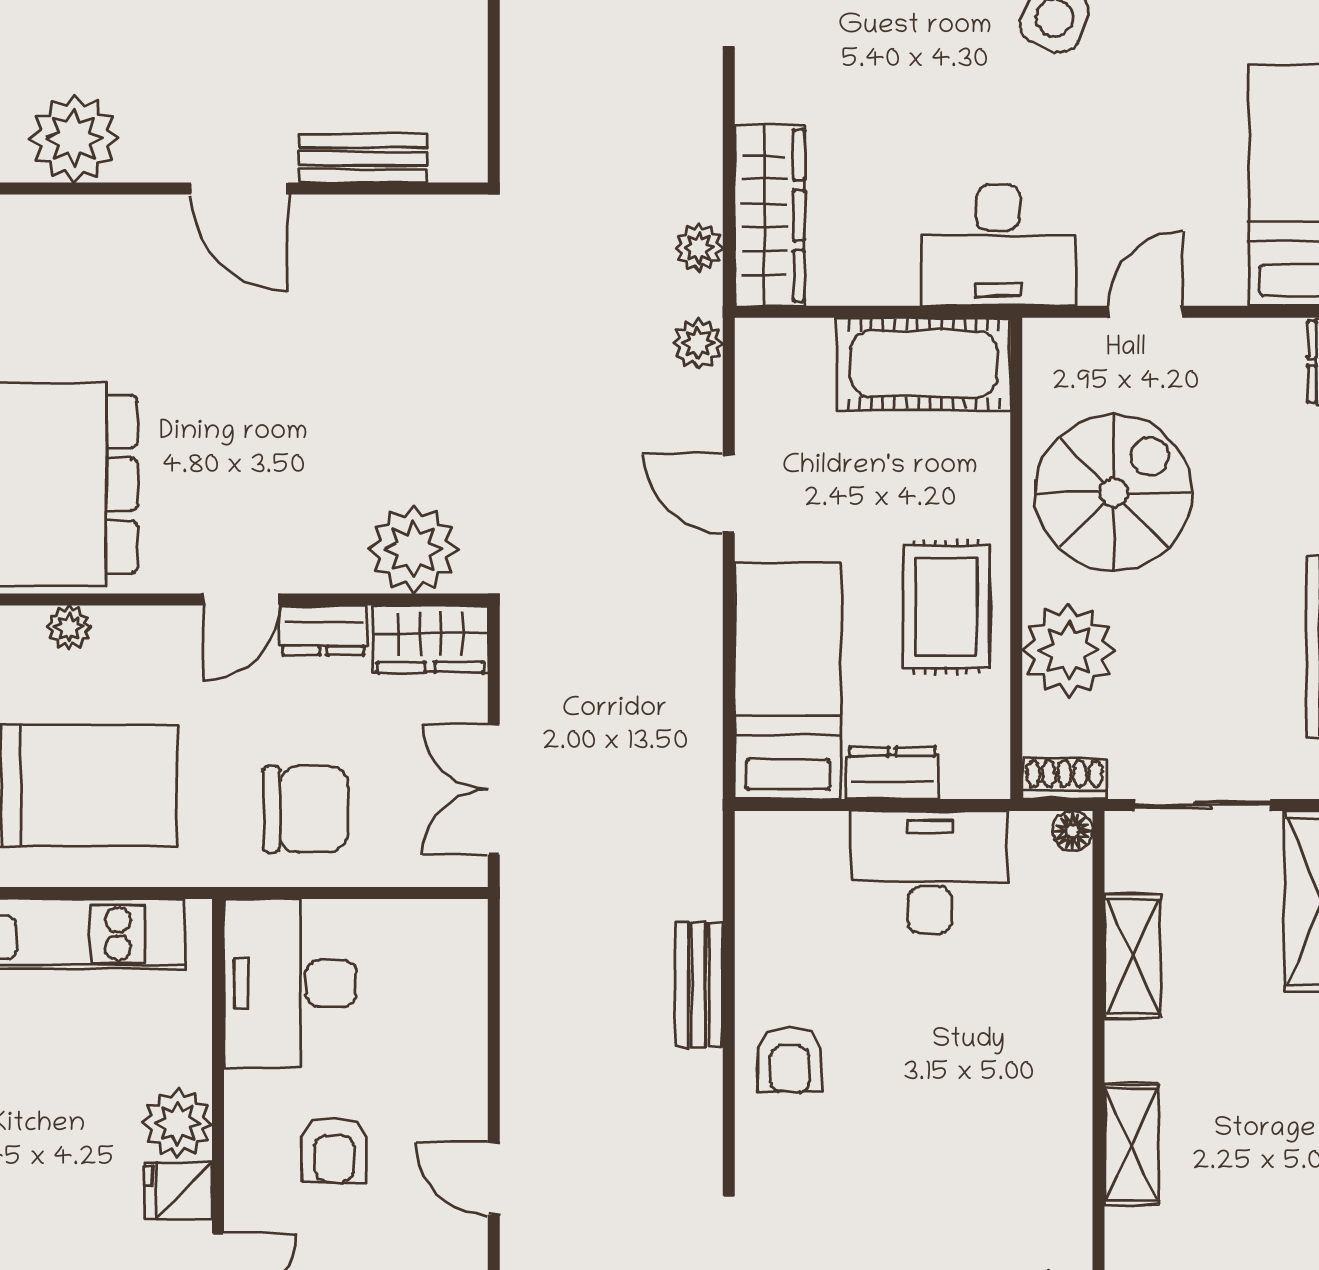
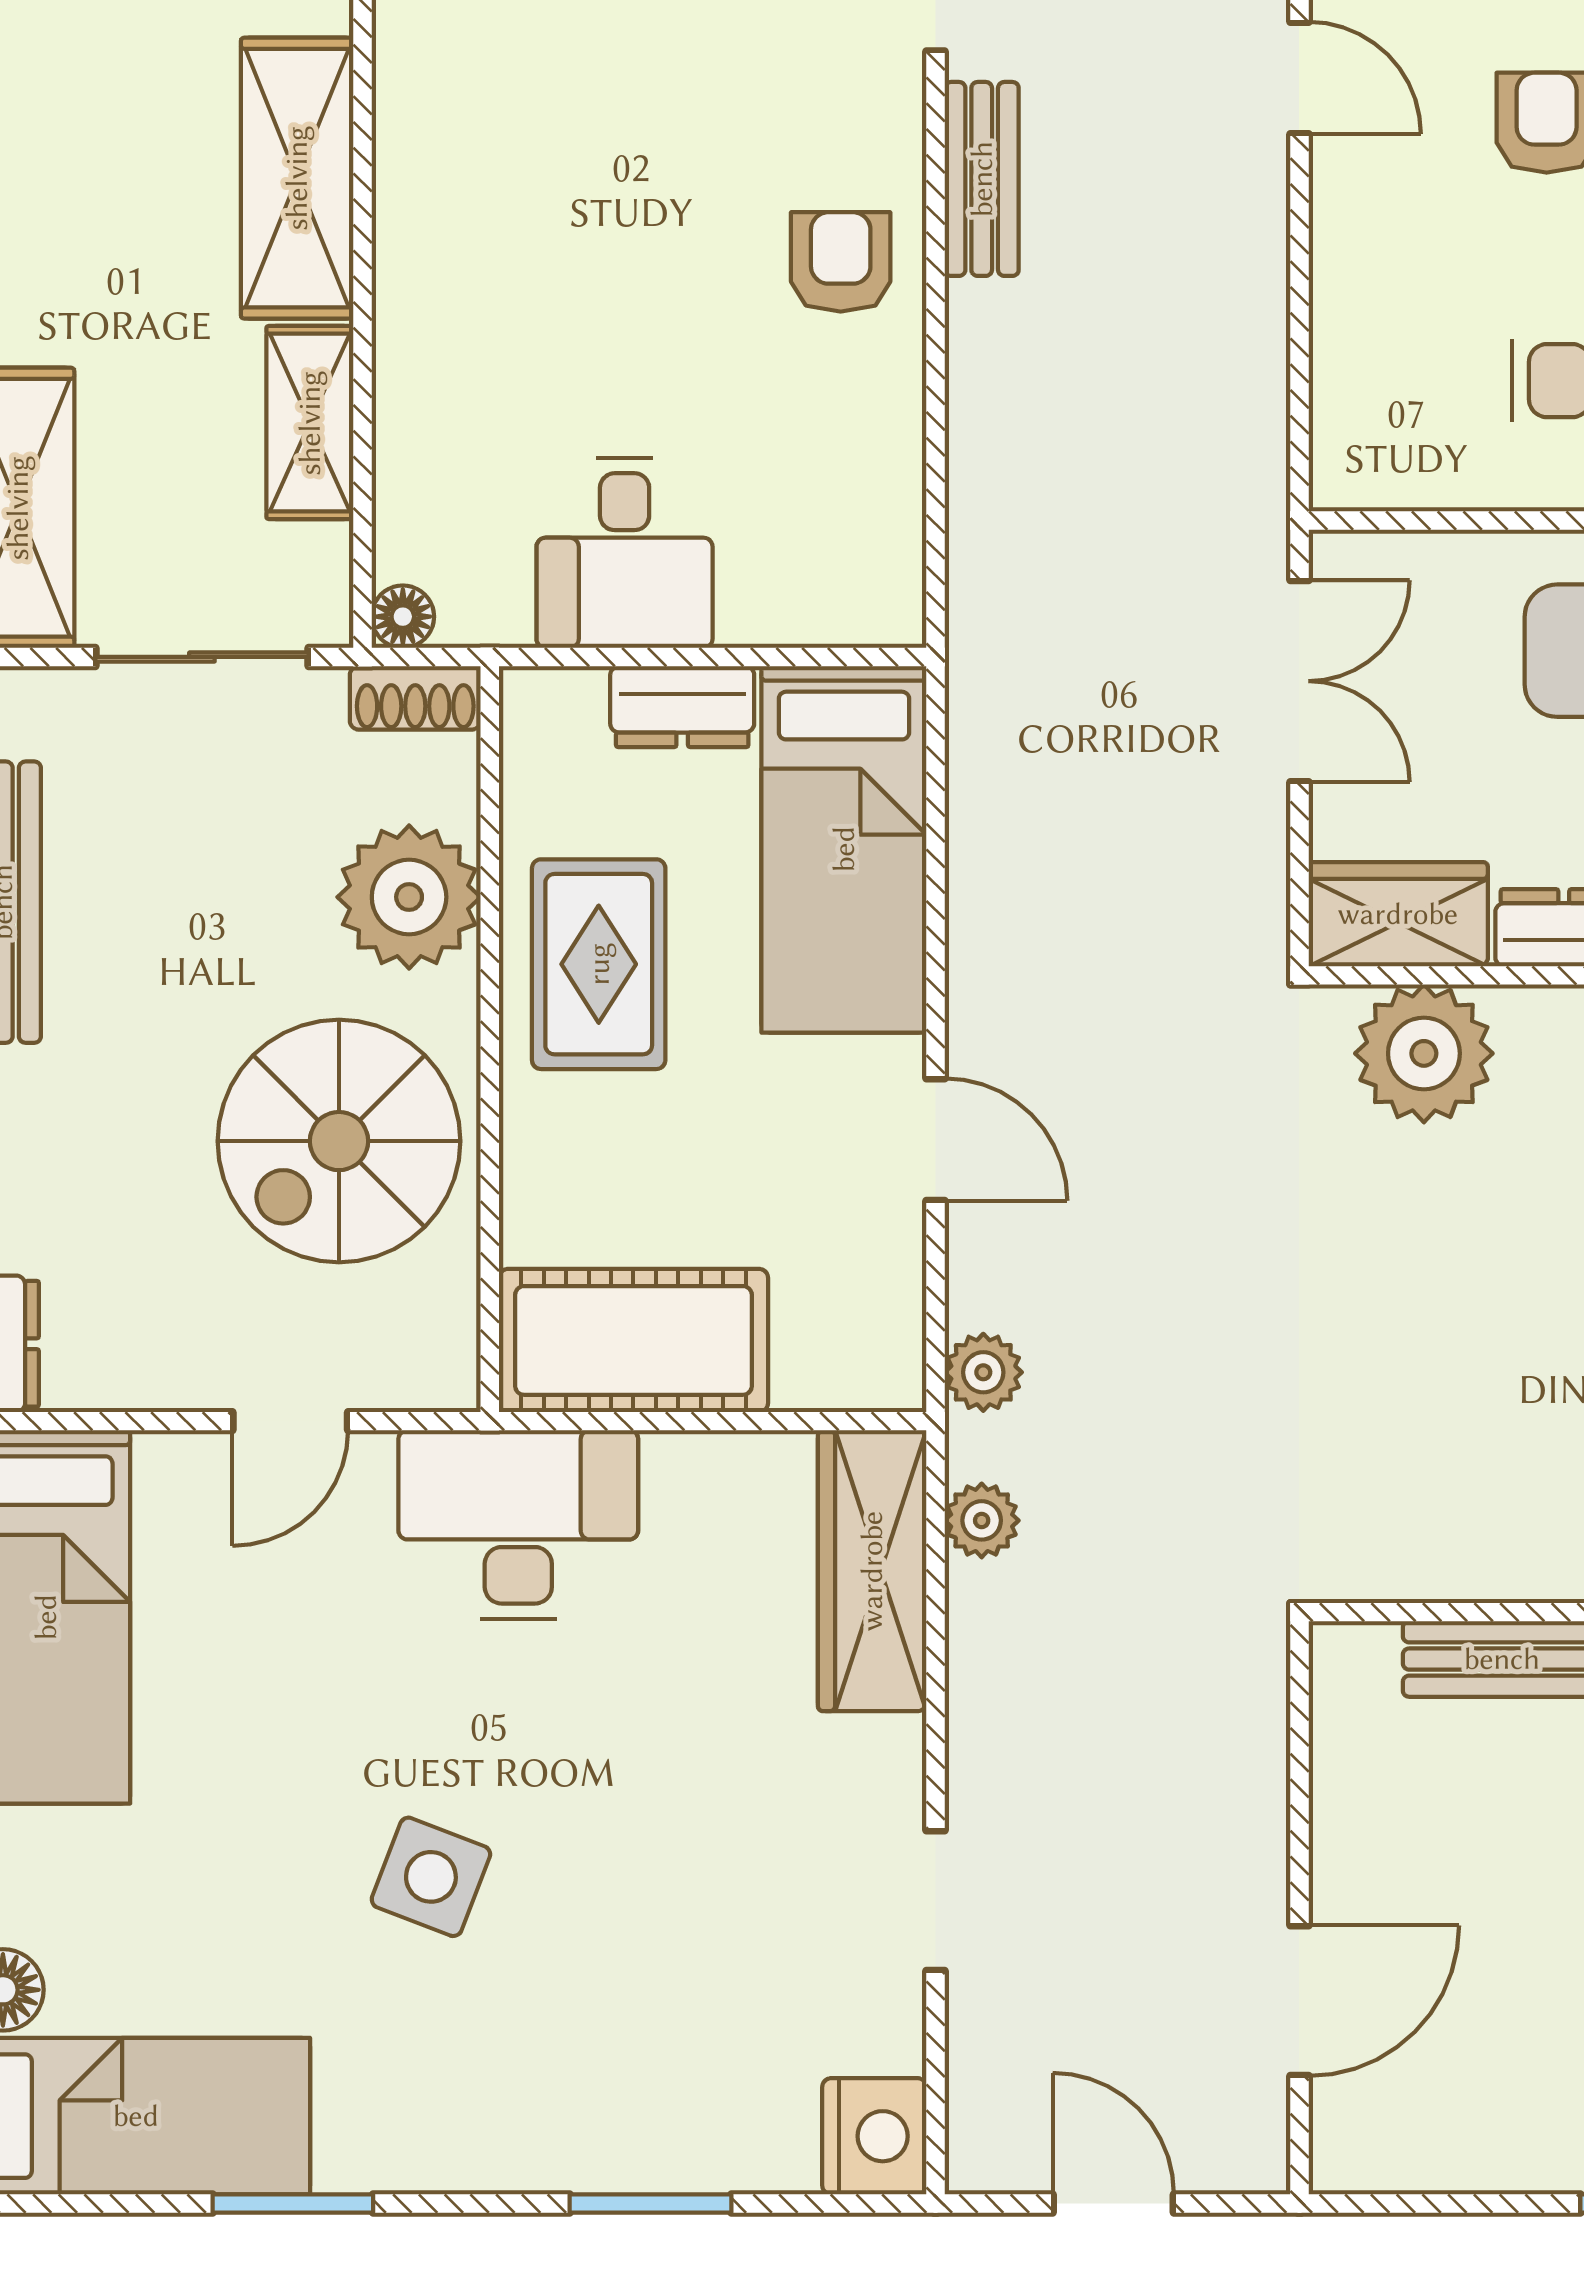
desk: (929, 872) -> (625, 553), width x0.73
bench: (699, 985) -> (982, 179), moved
shelving: (1132, 1144) -> (297, 178), width x1.50, depth x1.33

